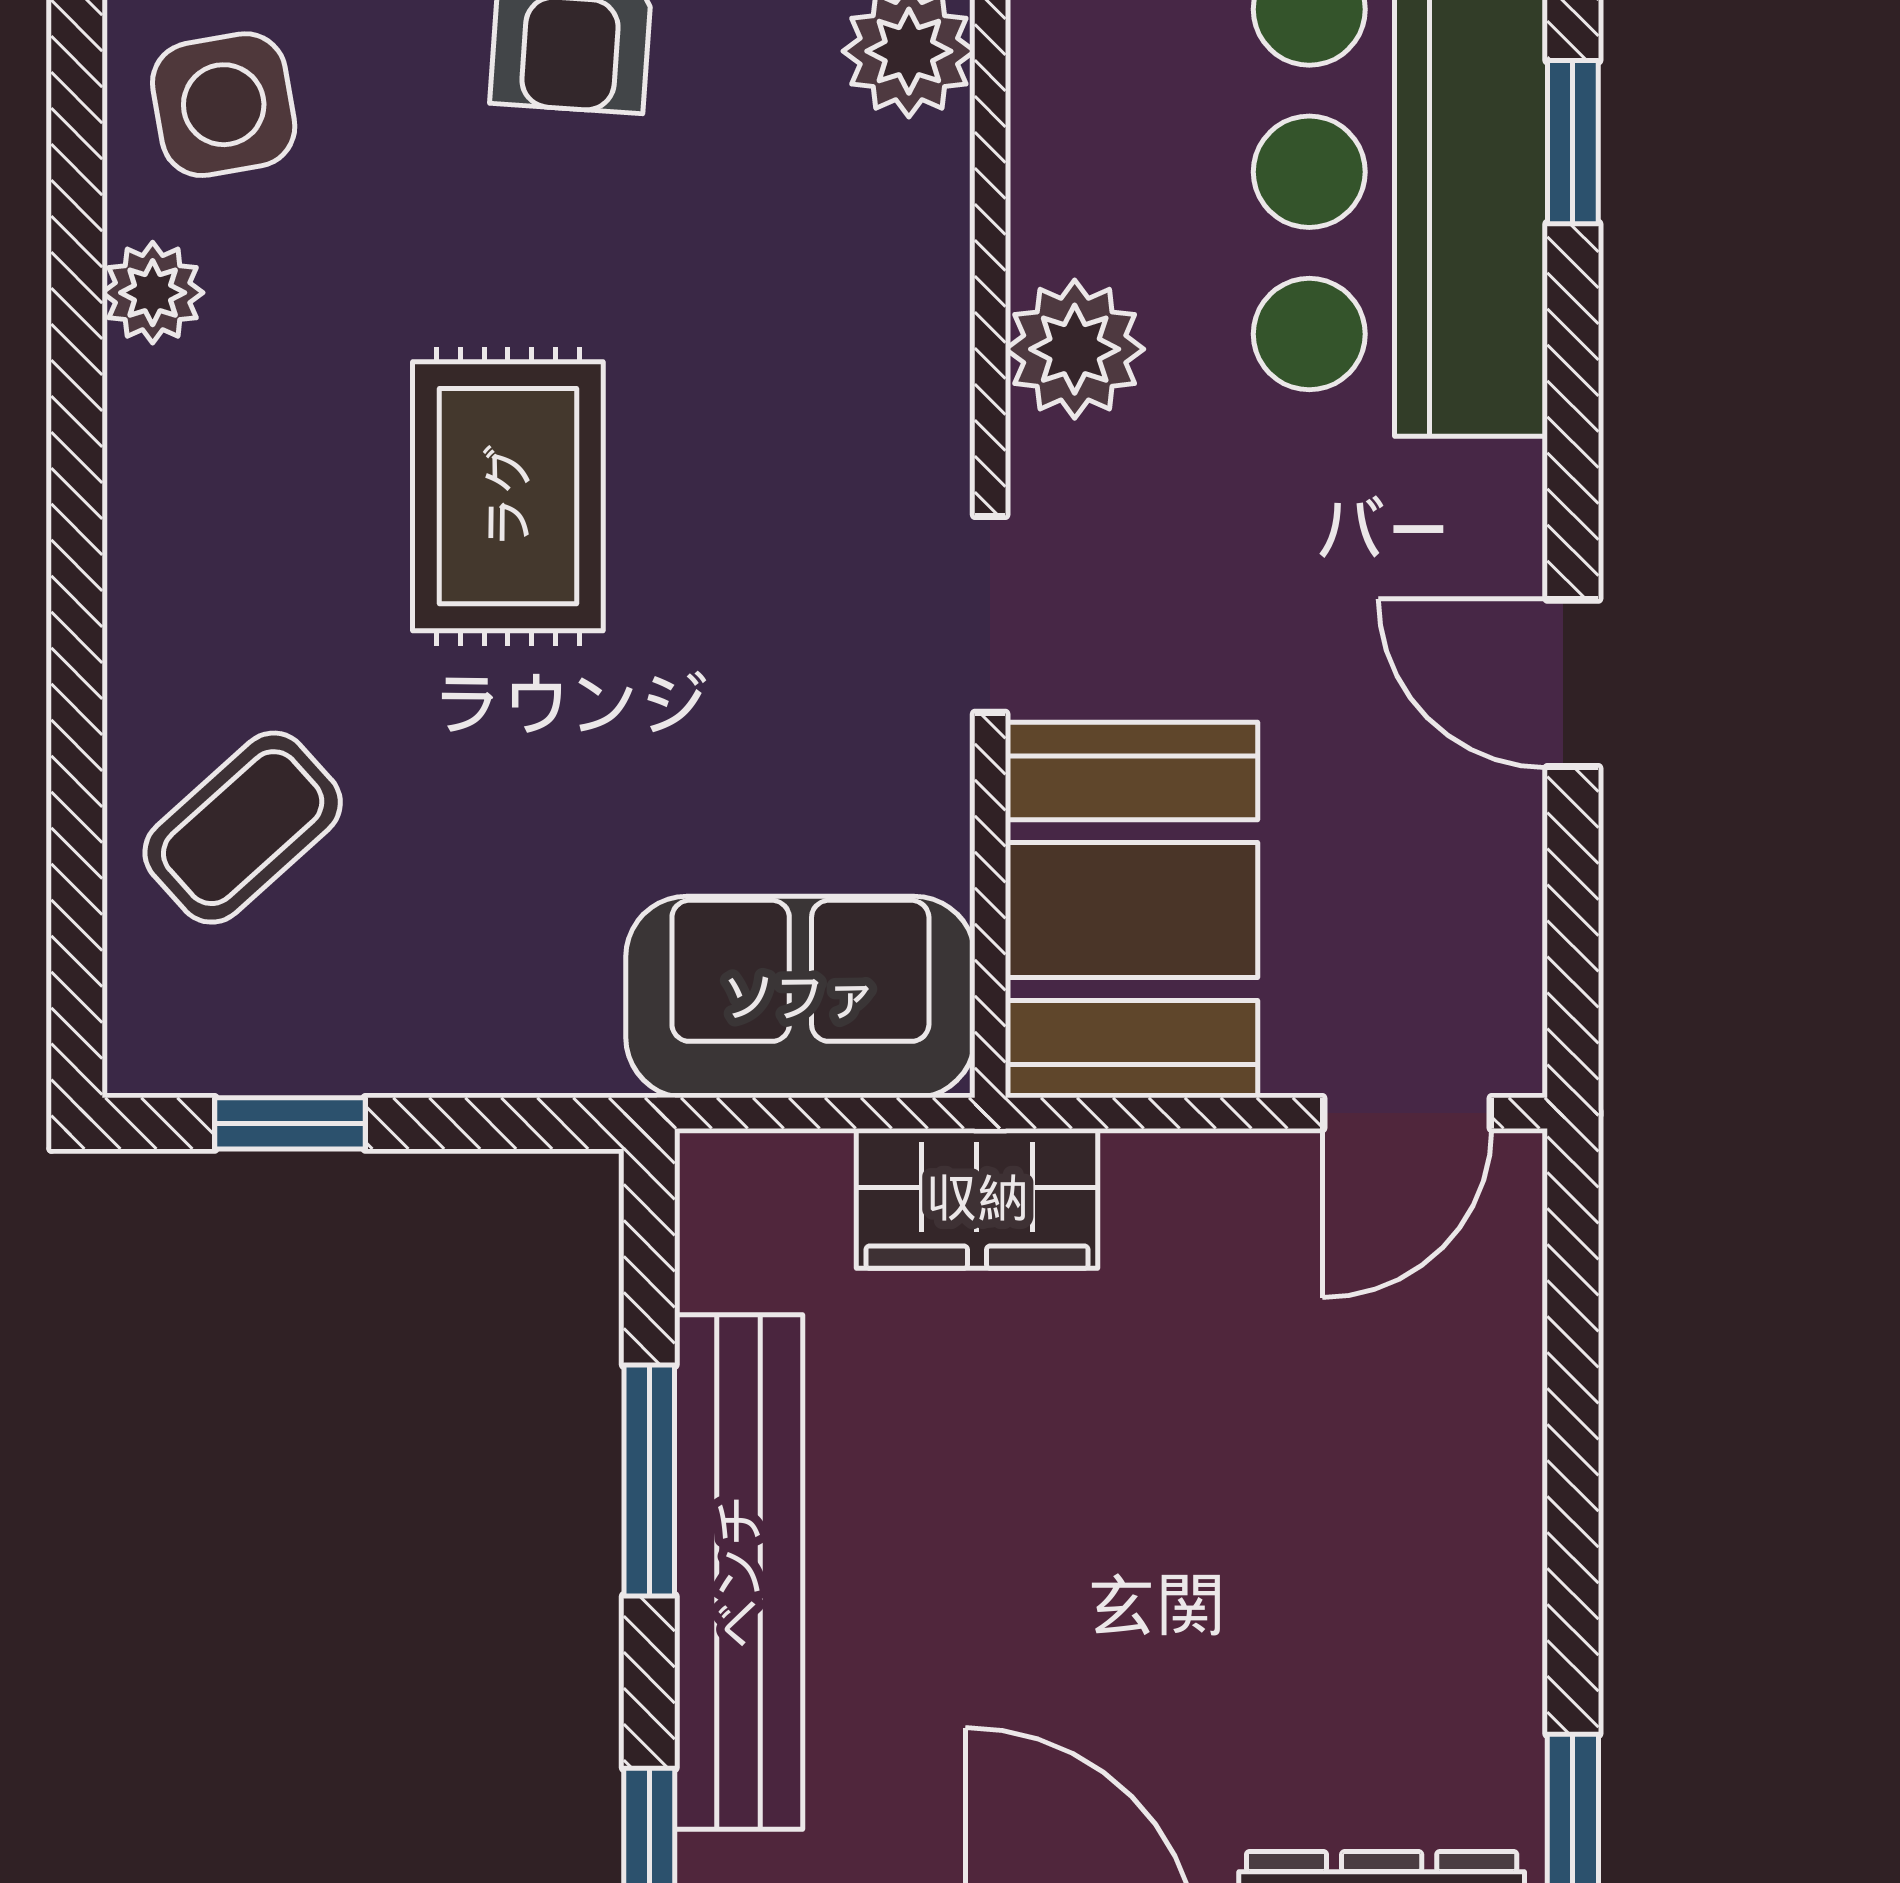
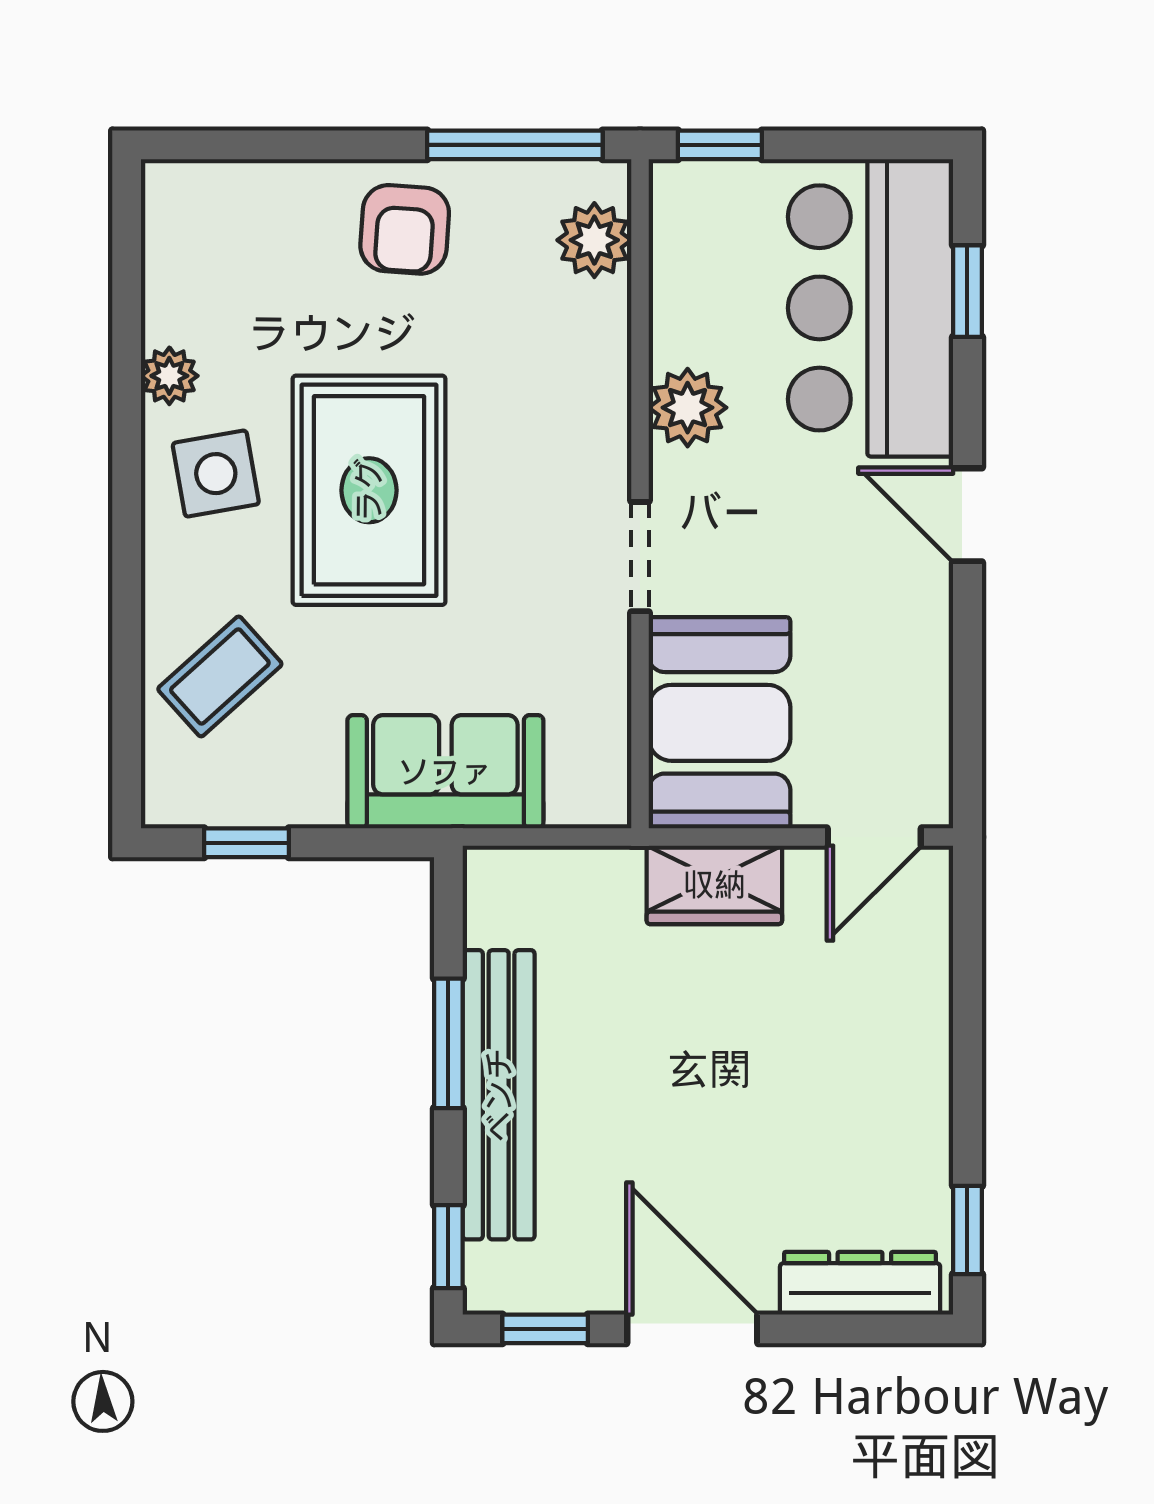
side table: (224, 105) -> (216, 474), moved
rug: (508, 496) -> (369, 490), width x1.36, depth x1.43
door: (1573, 683) -> (967, 515), moved
sofa: (800, 997) -> (445, 772), moved
wardrobe: (977, 1198) -> (714, 885), moved

